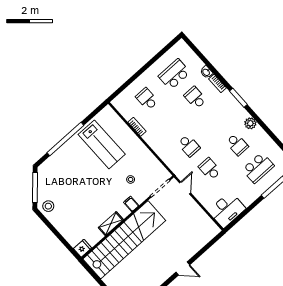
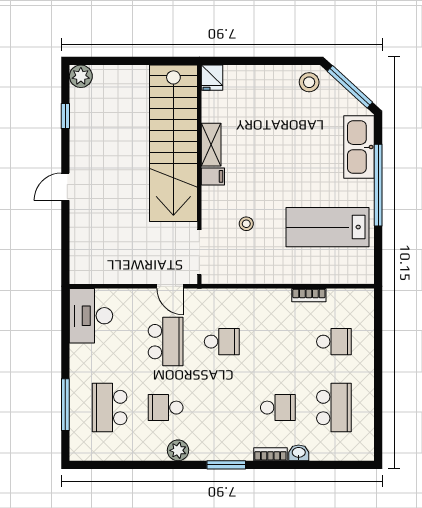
school desk: (189, 146) -> (222, 342), turned 180
kitchen sink: (57, 161) -> (359, 147), added
school desk: (210, 169) -> (166, 342), width x1.85
filing cabinet: (131, 204) -> (213, 176), moved

